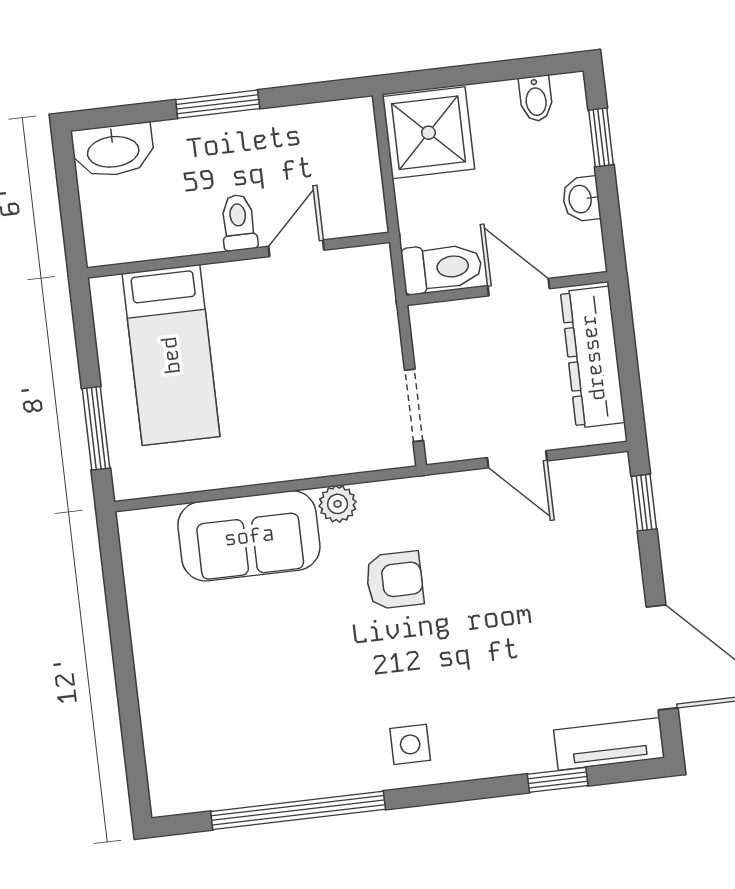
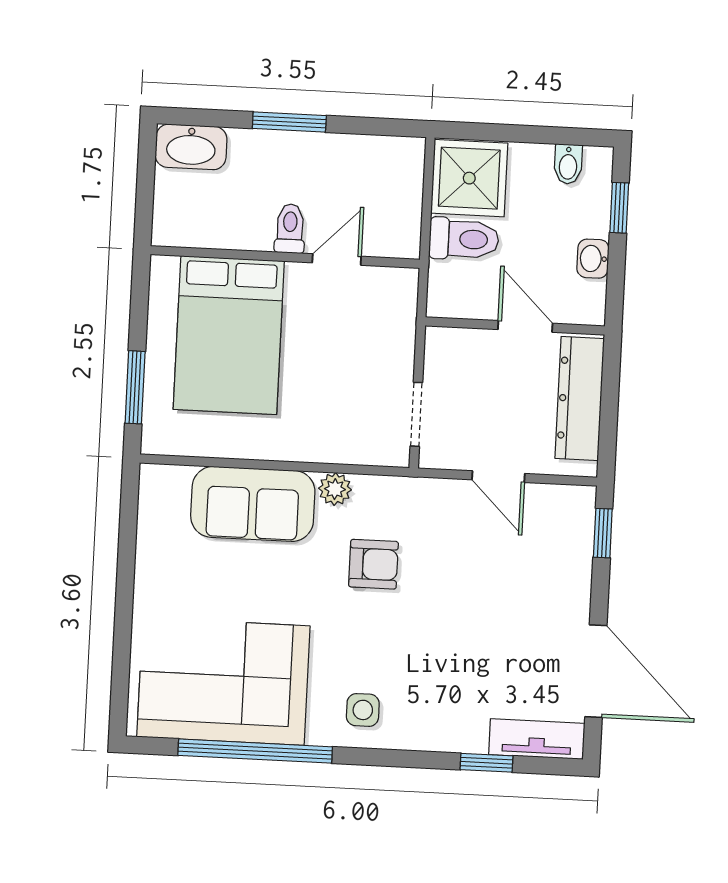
toilet: (442, 268) -> (464, 239), moved
bed: (171, 355) -> (229, 335), width x1.50
corner sofa: (250, 739) -> (223, 681), added

